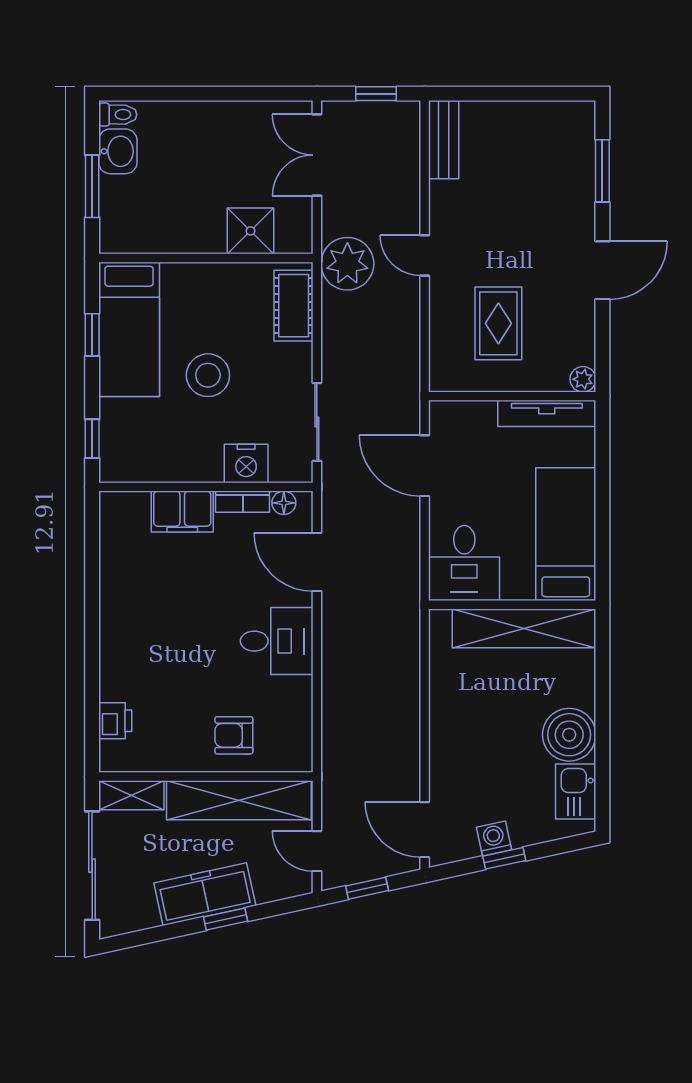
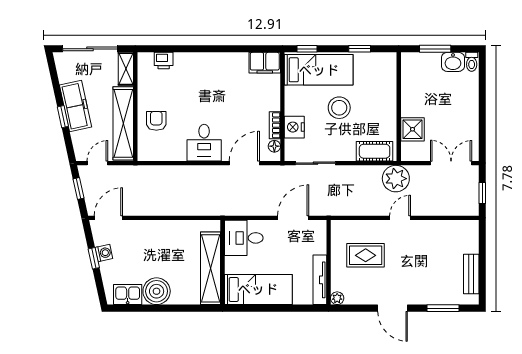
bench: (444, 140) -> (471, 274), moved, turned 90
bed: (129, 329) -> (319, 70), moved, turned 180
filing cabinet: (182, 512) -> (265, 63), moved, turned -90

